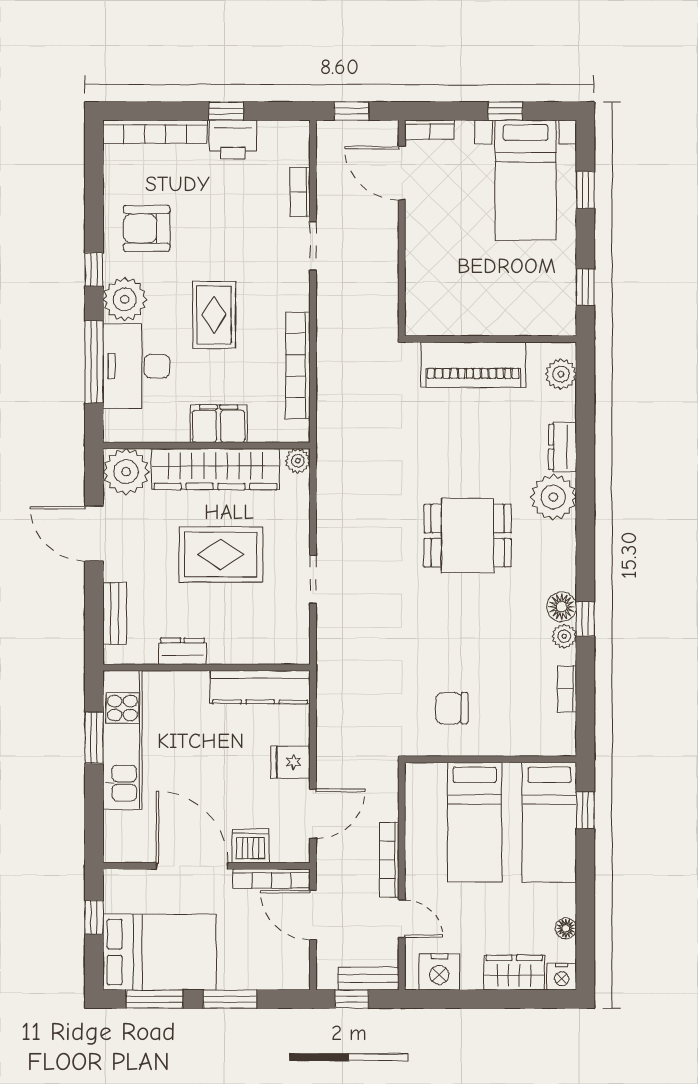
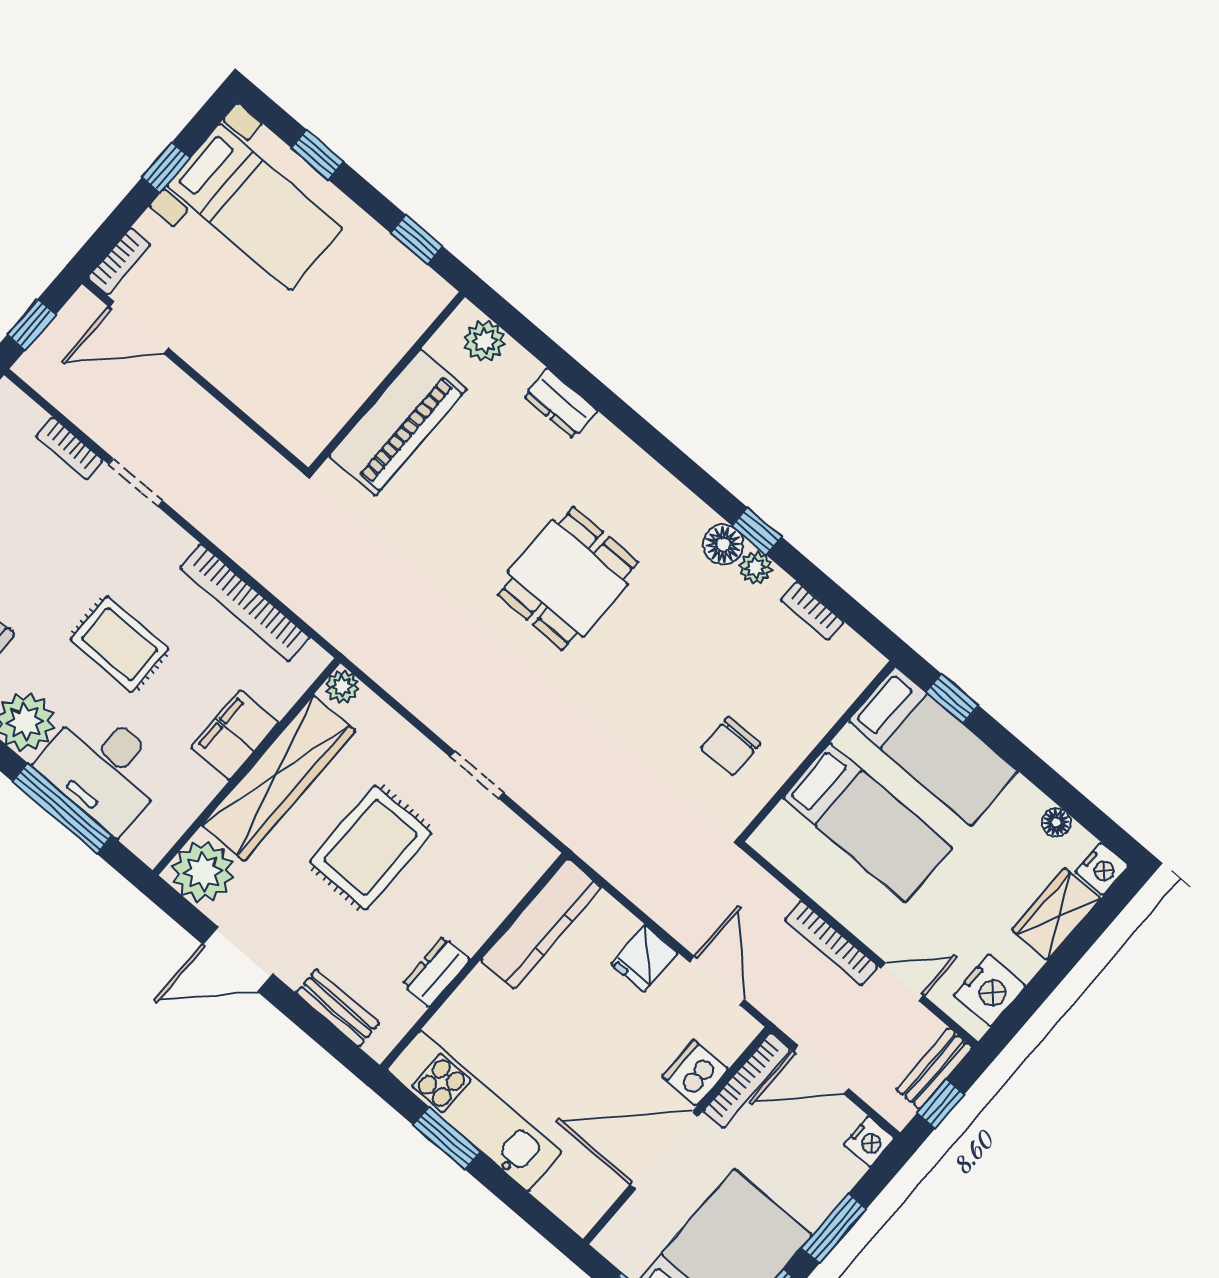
plant: (553, 497) -> (604, 457), removed
nightstand: (296, 977) -> (869, 1142), added

